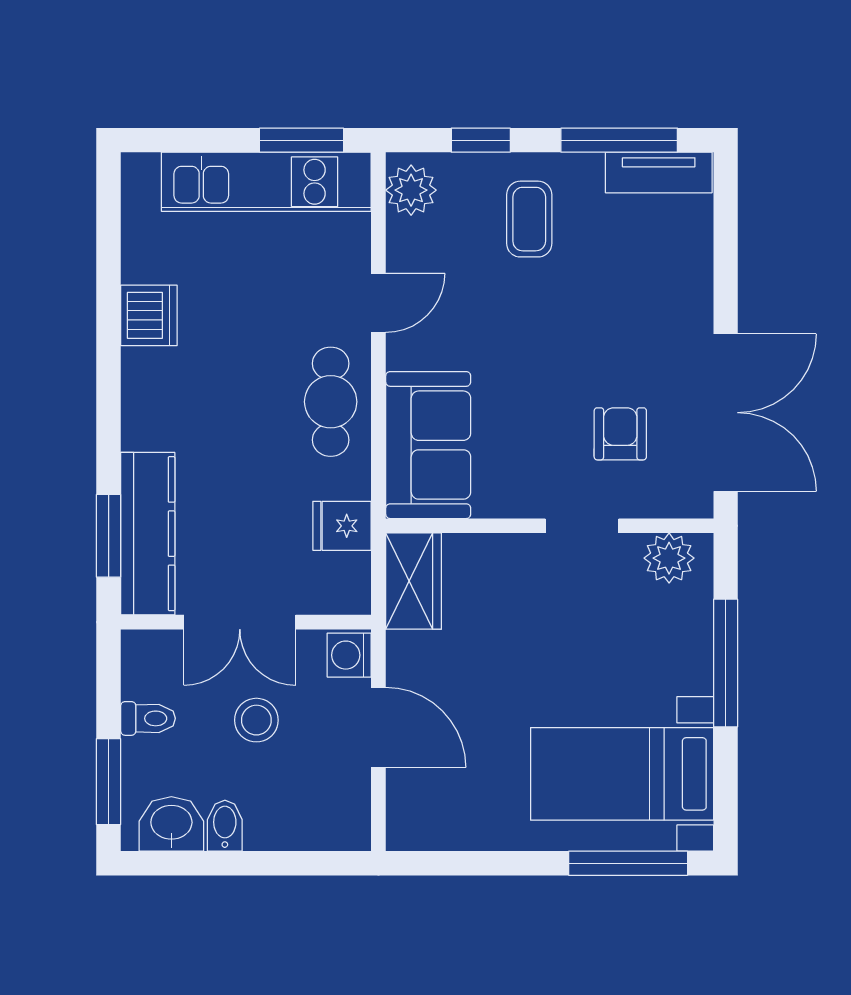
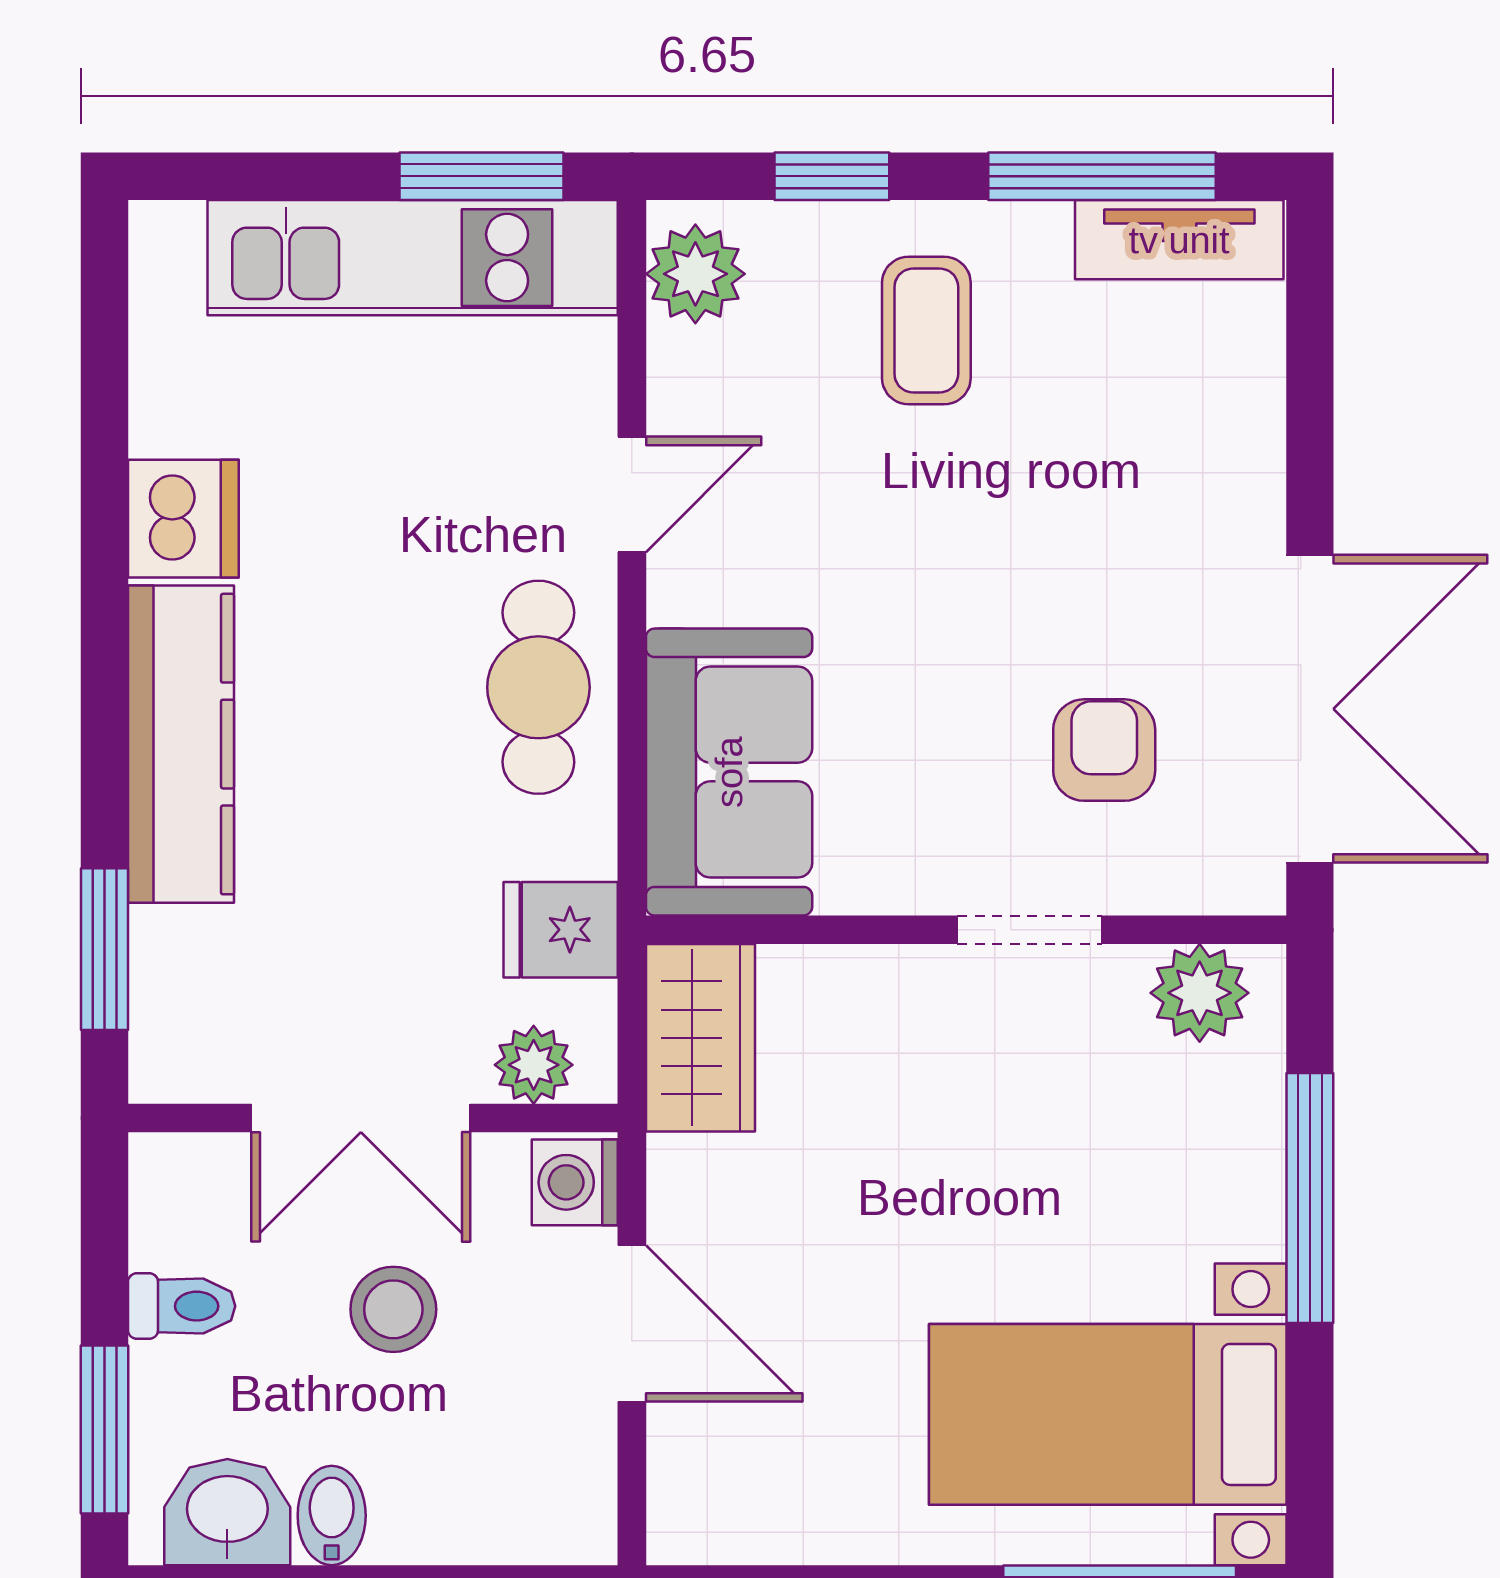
kitchen counter: (148, 534) -> (181, 744), moved
plant: (328, 595) -> (534, 1065), added

